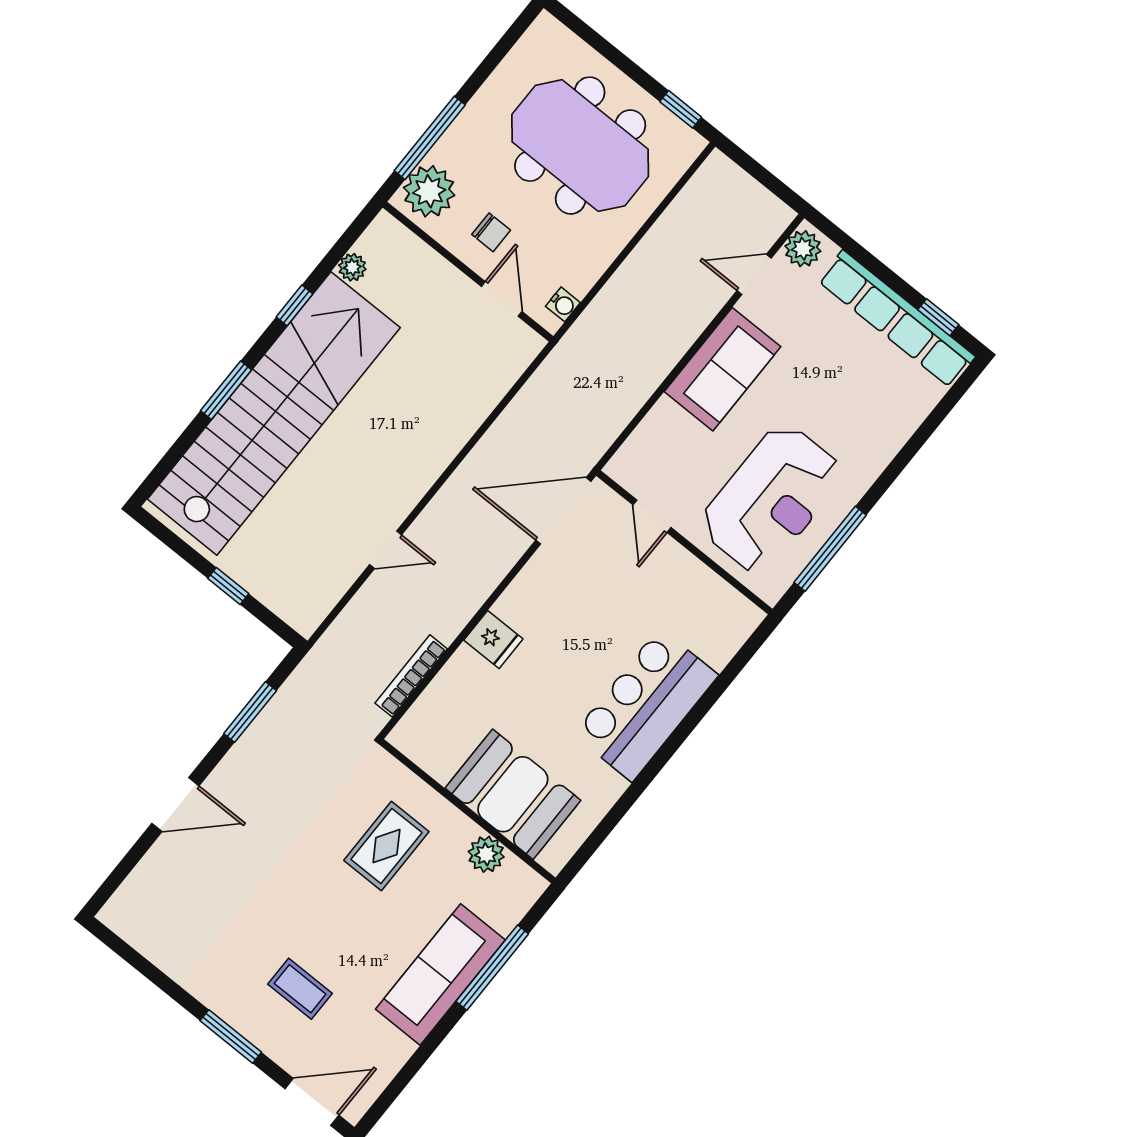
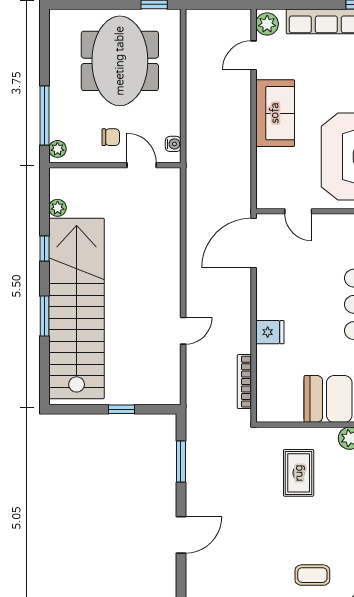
meeting table: (580, 146) -> (120, 61), turned 90
plant: (429, 191) -> (57, 149), width x0.53, depth x0.53

